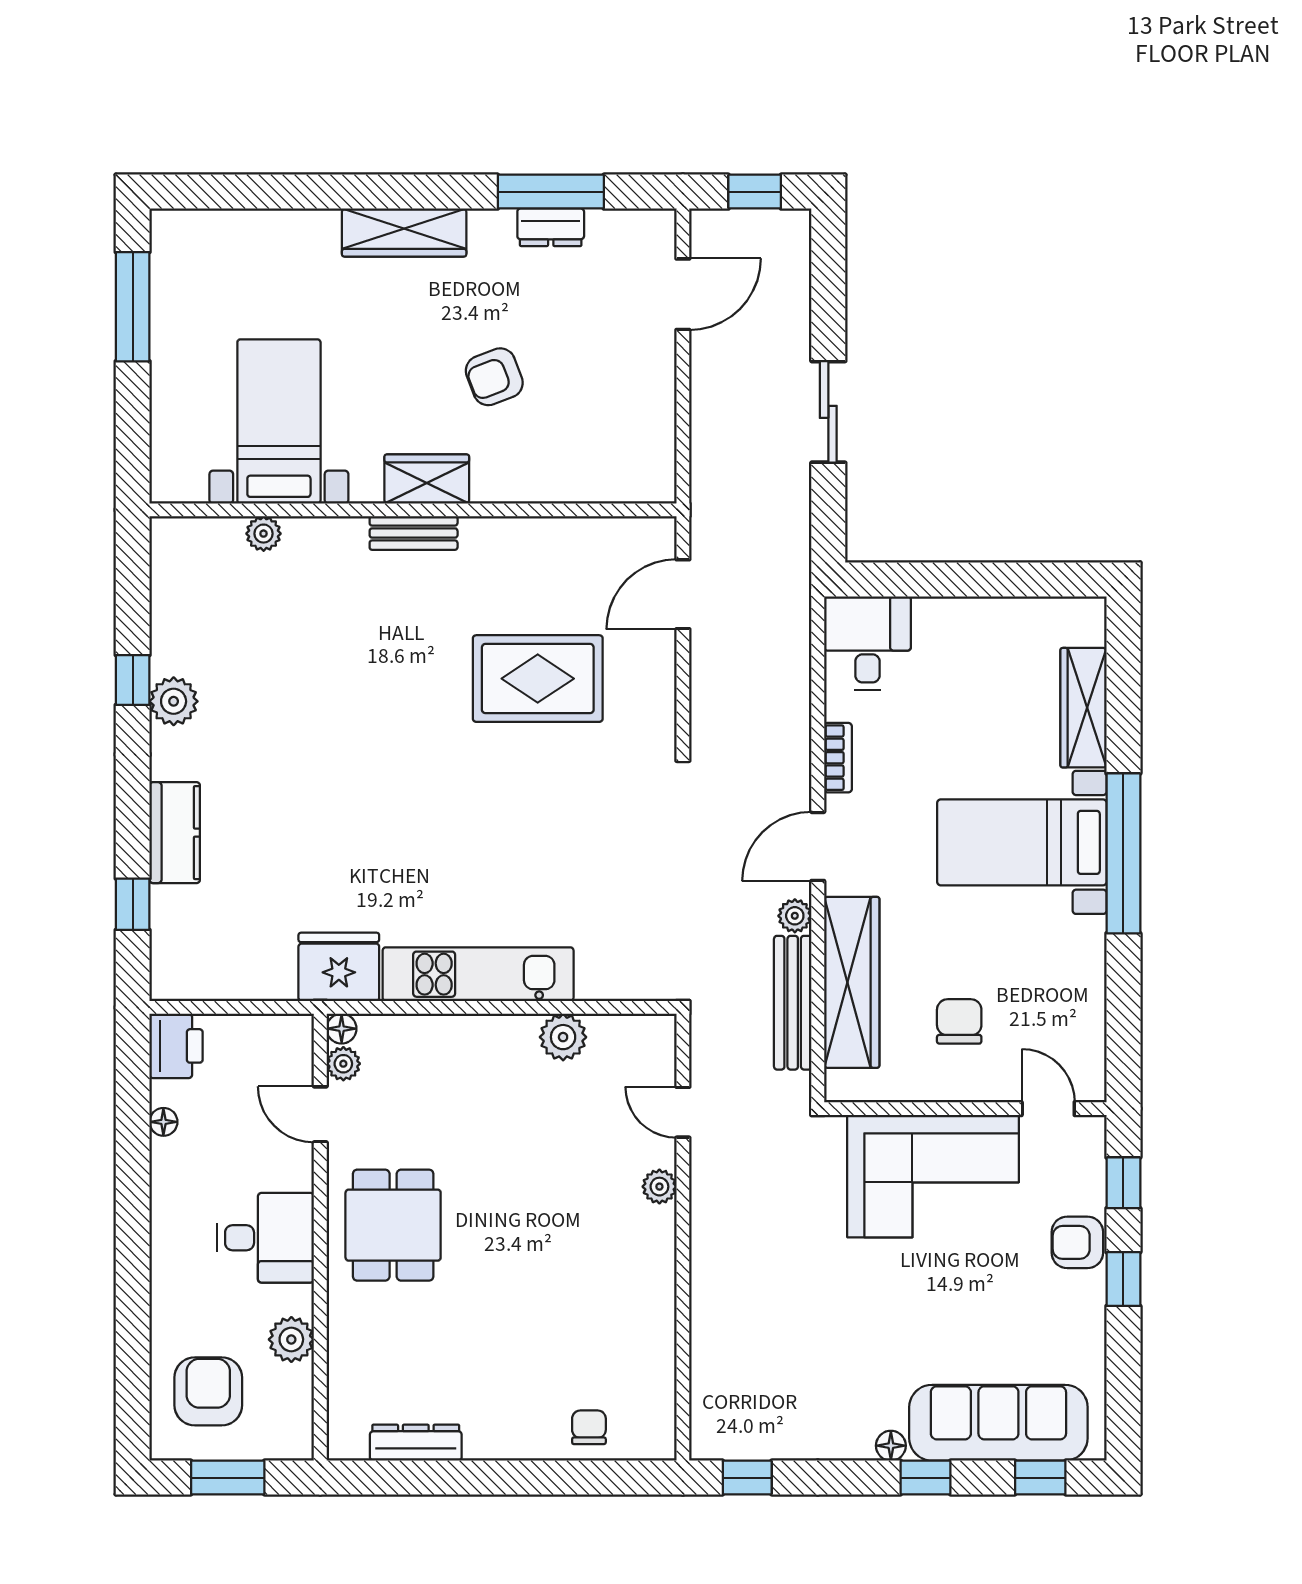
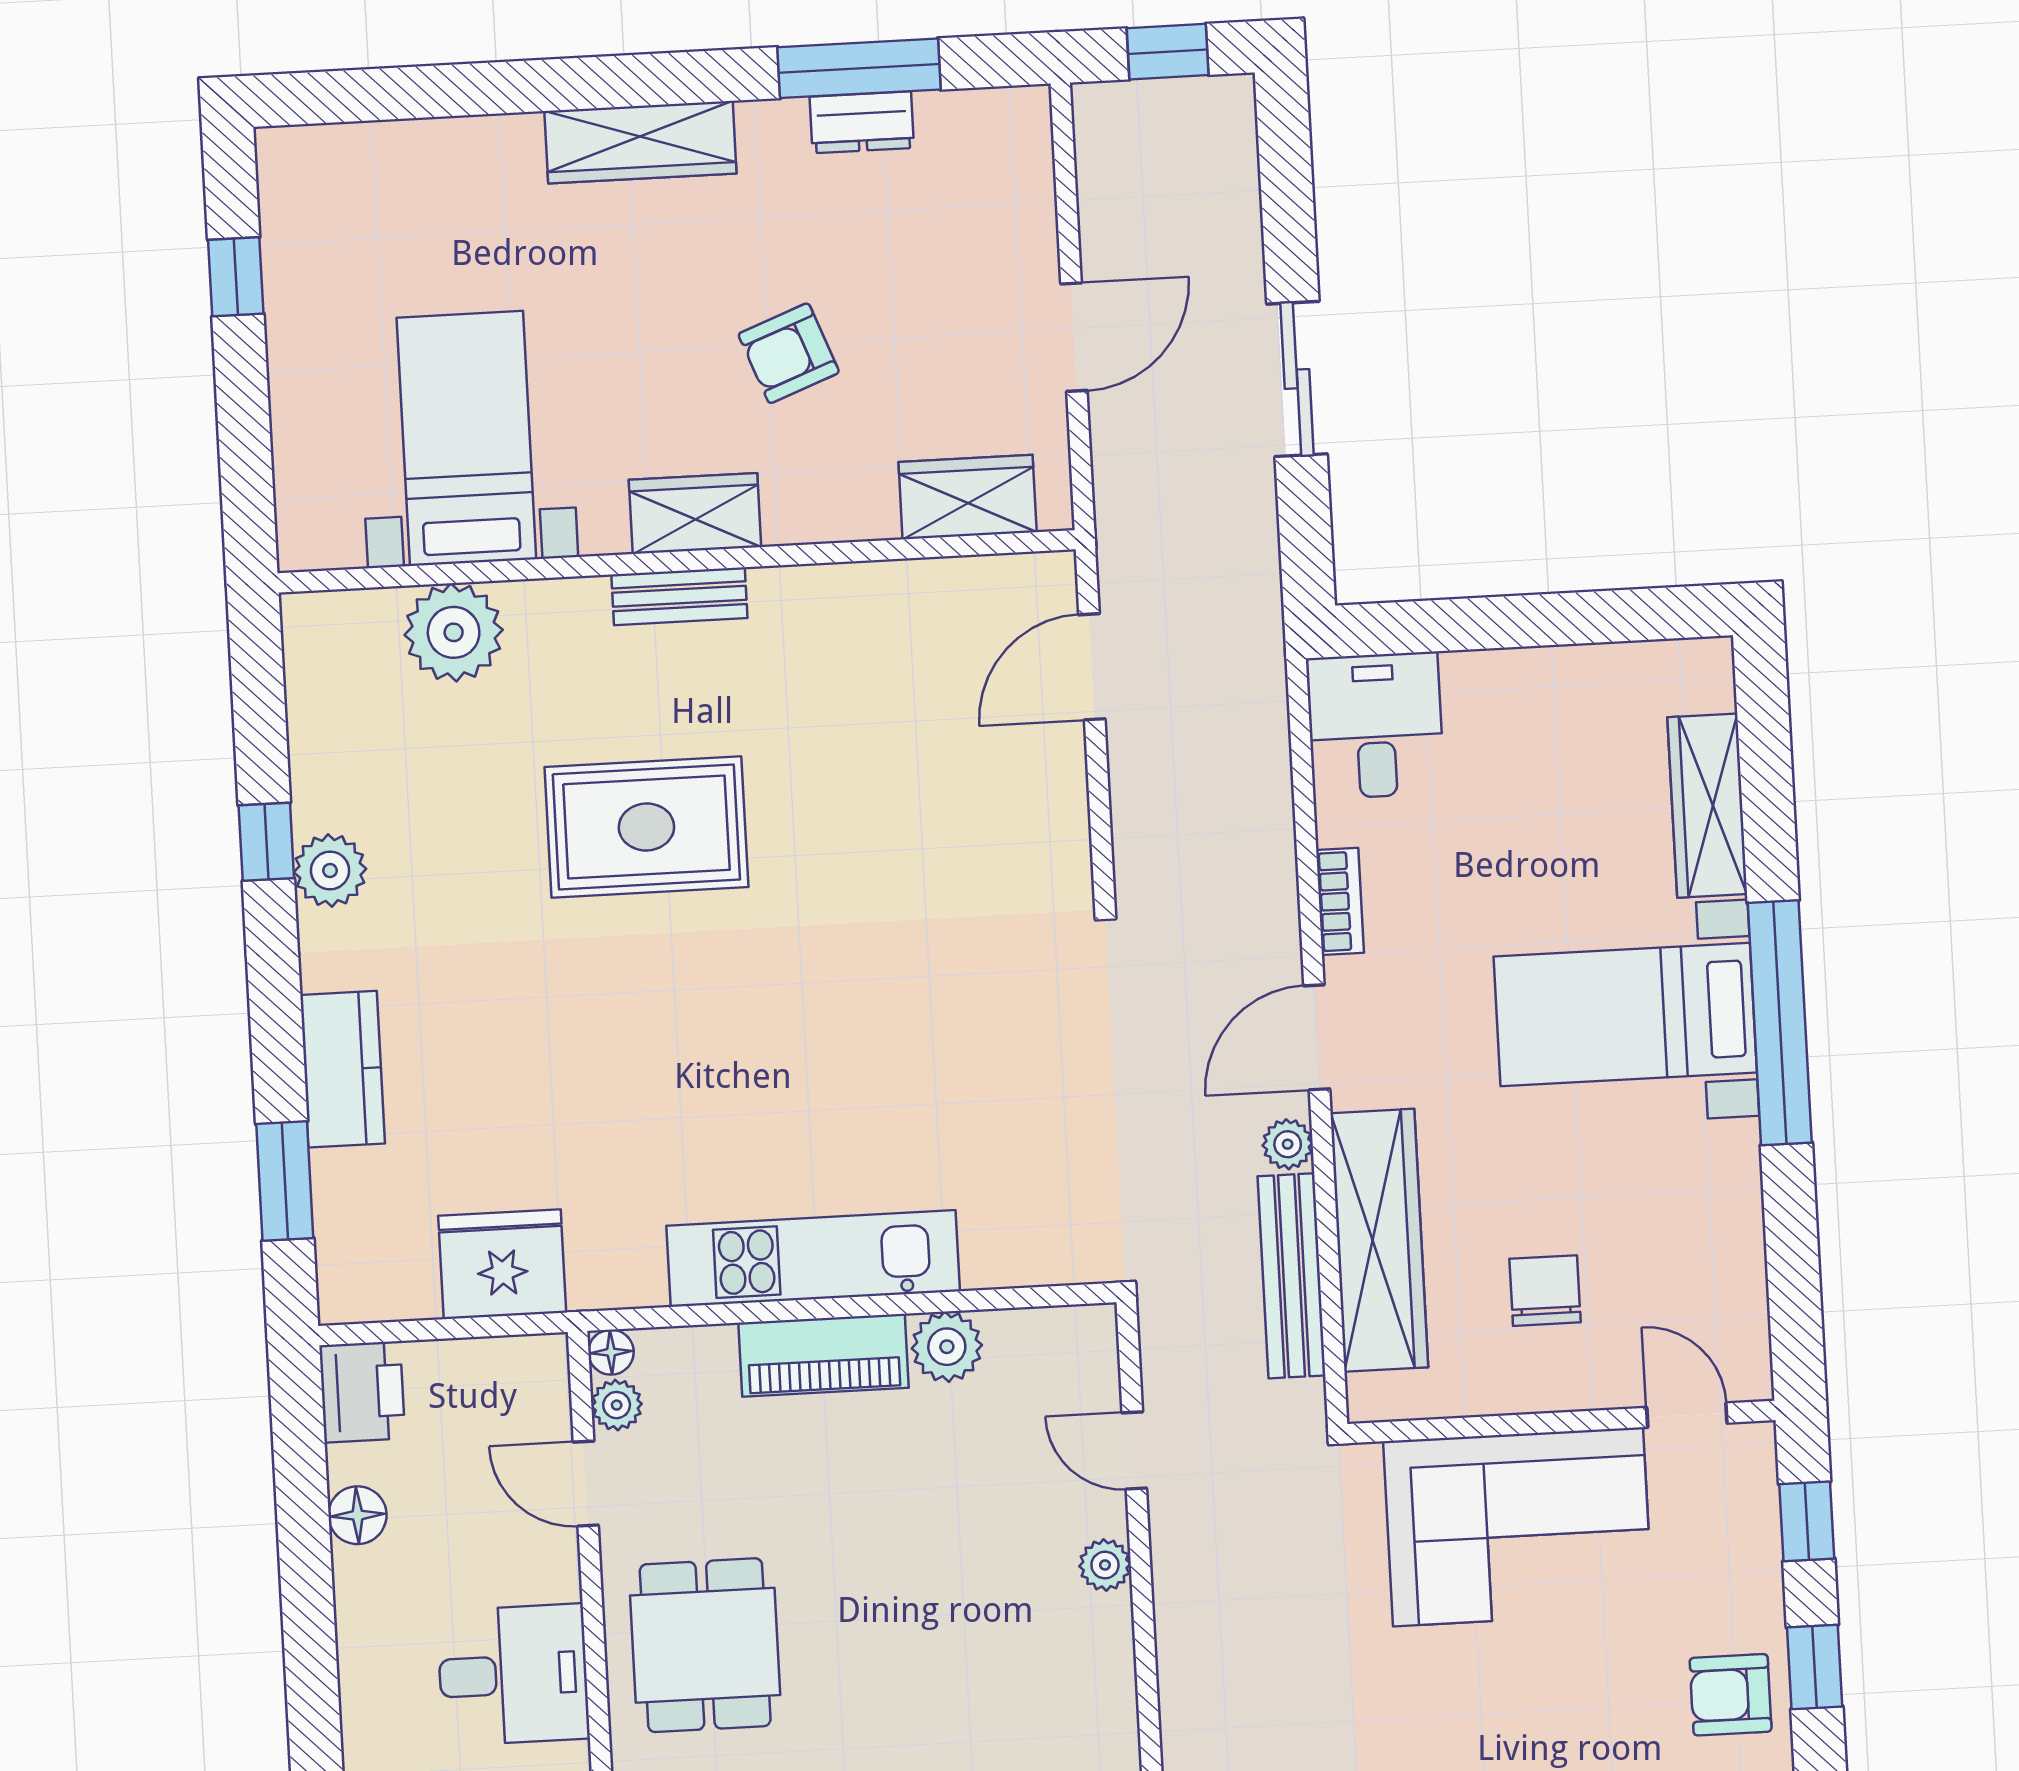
door: (683, 294) -> (1074, 337), moved
window: (133, 307) -> (236, 277), width x0.46
wardrobe: (607, 478) -> (968, 497), added
plant: (264, 534) -> (454, 632), width x1.87, depth x1.87
rug: (538, 679) -> (646, 827), moved
window: (133, 904) -> (285, 1181), width x1.50
fridge: (339, 967) -> (502, 1264), moved
piano: (481, 1038) -> (823, 1355), added
floor lamp: (163, 1122) -> (357, 1515), width x1.37, depth x1.37
armchair: (1077, 1242) -> (1731, 1695), moved

